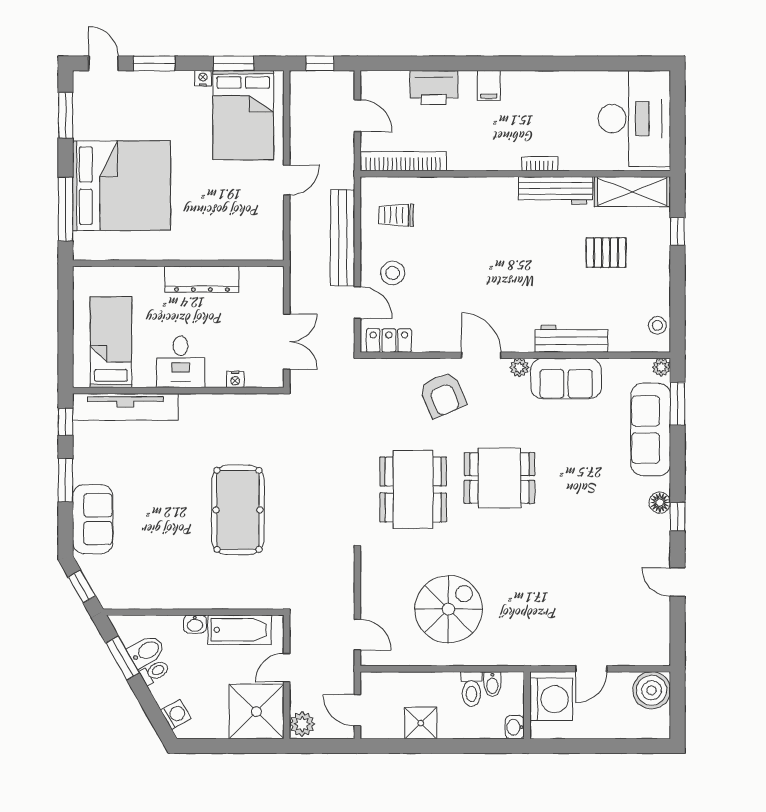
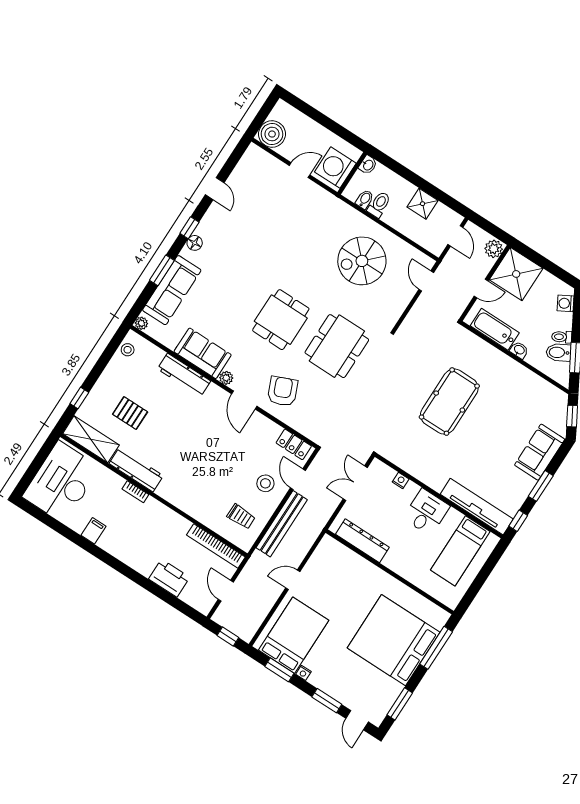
filing cabinet: (489, 86) -> (93, 531), moved
dresser: (202, 279) -> (362, 541), moved
window: (677, 404) -> (162, 270), moved
dining table: (499, 478) -> (281, 320), turned 90

